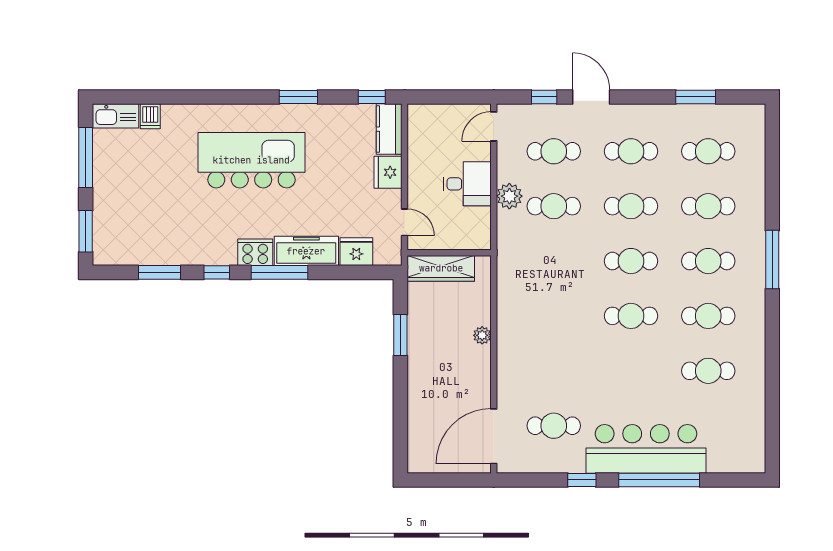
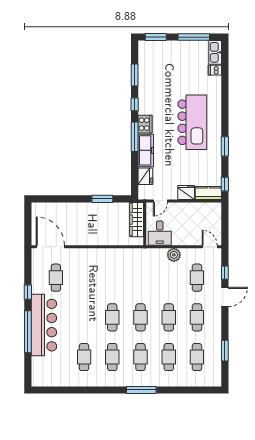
desk: (467, 184) -> (160, 233), moved
cafe table: (554, 206) -> (169, 278), removed
plant: (482, 335) -> (102, 241), removed

